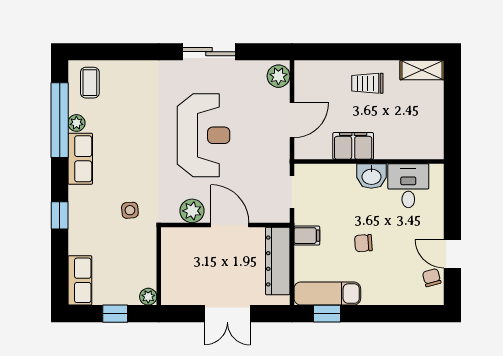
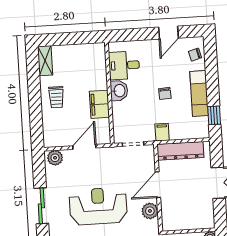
door: (292, 120) -> (84, 147), hinge flipped
chair: (432, 278) -> (195, 55), moved
exam couch: (327, 294) -> (199, 93), moved

